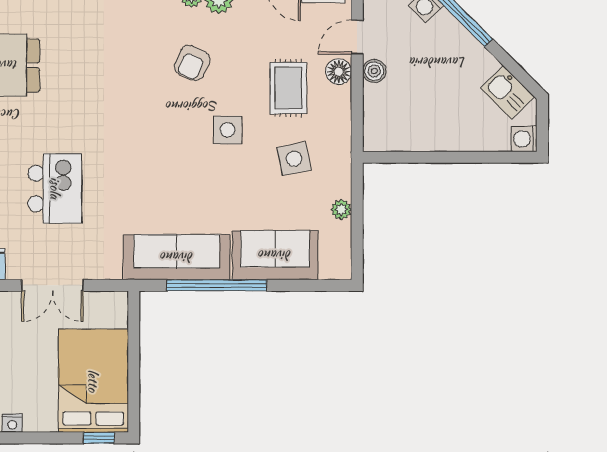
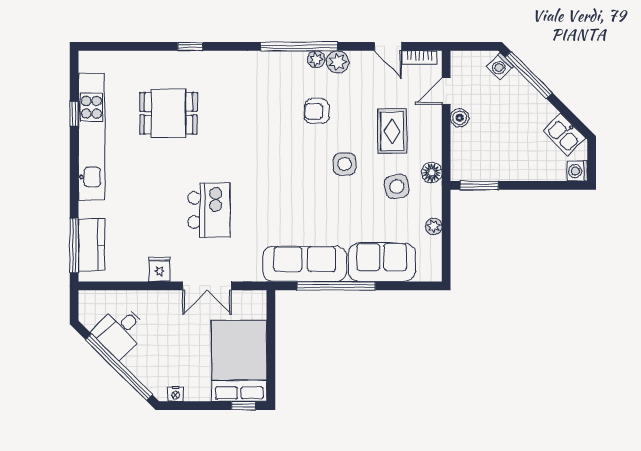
armchair: (192, 63) -> (317, 111), turned 65
floor lamp: (339, 72) -> (432, 173), moved
window: (399, 157) -> (479, 185), added

